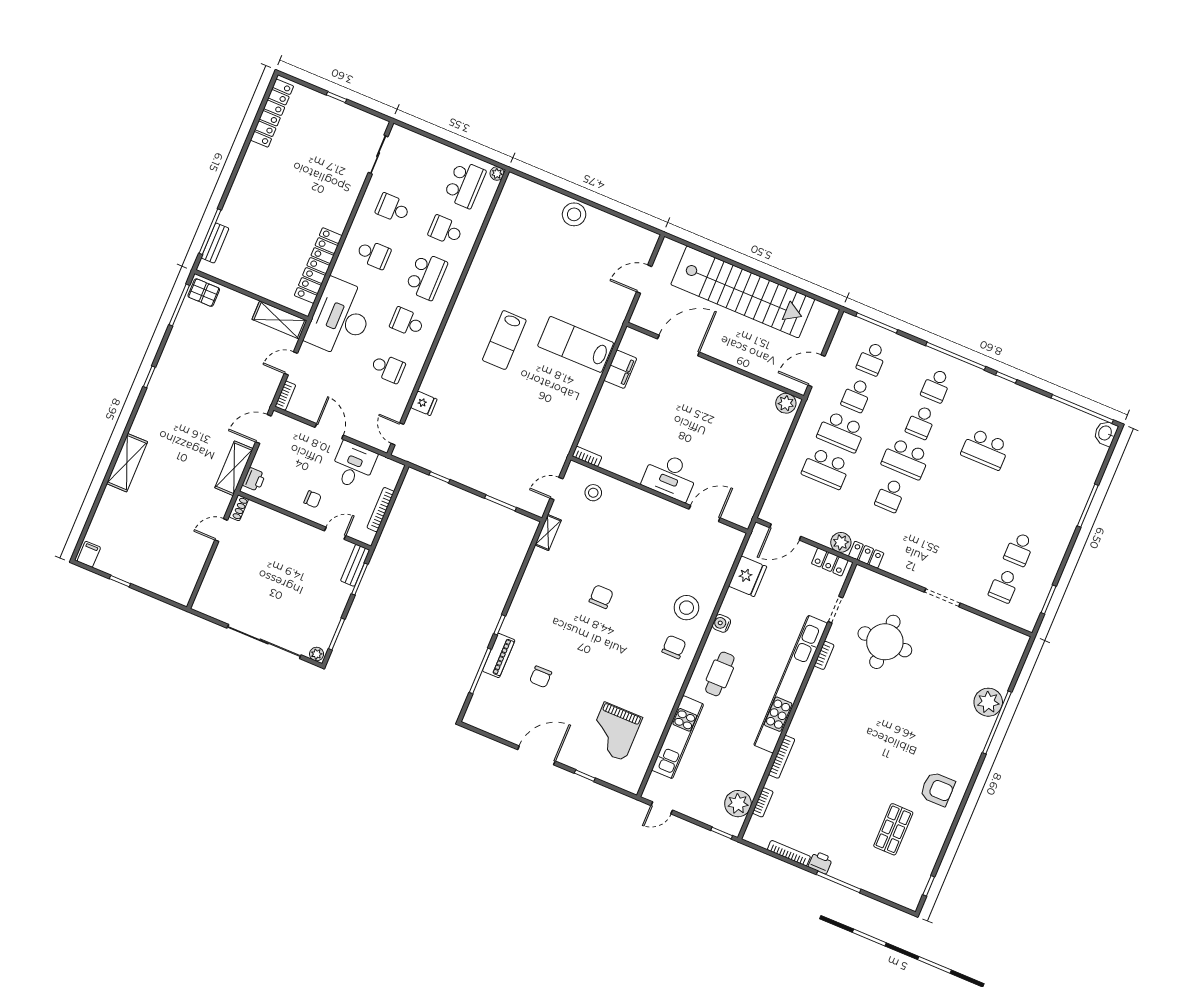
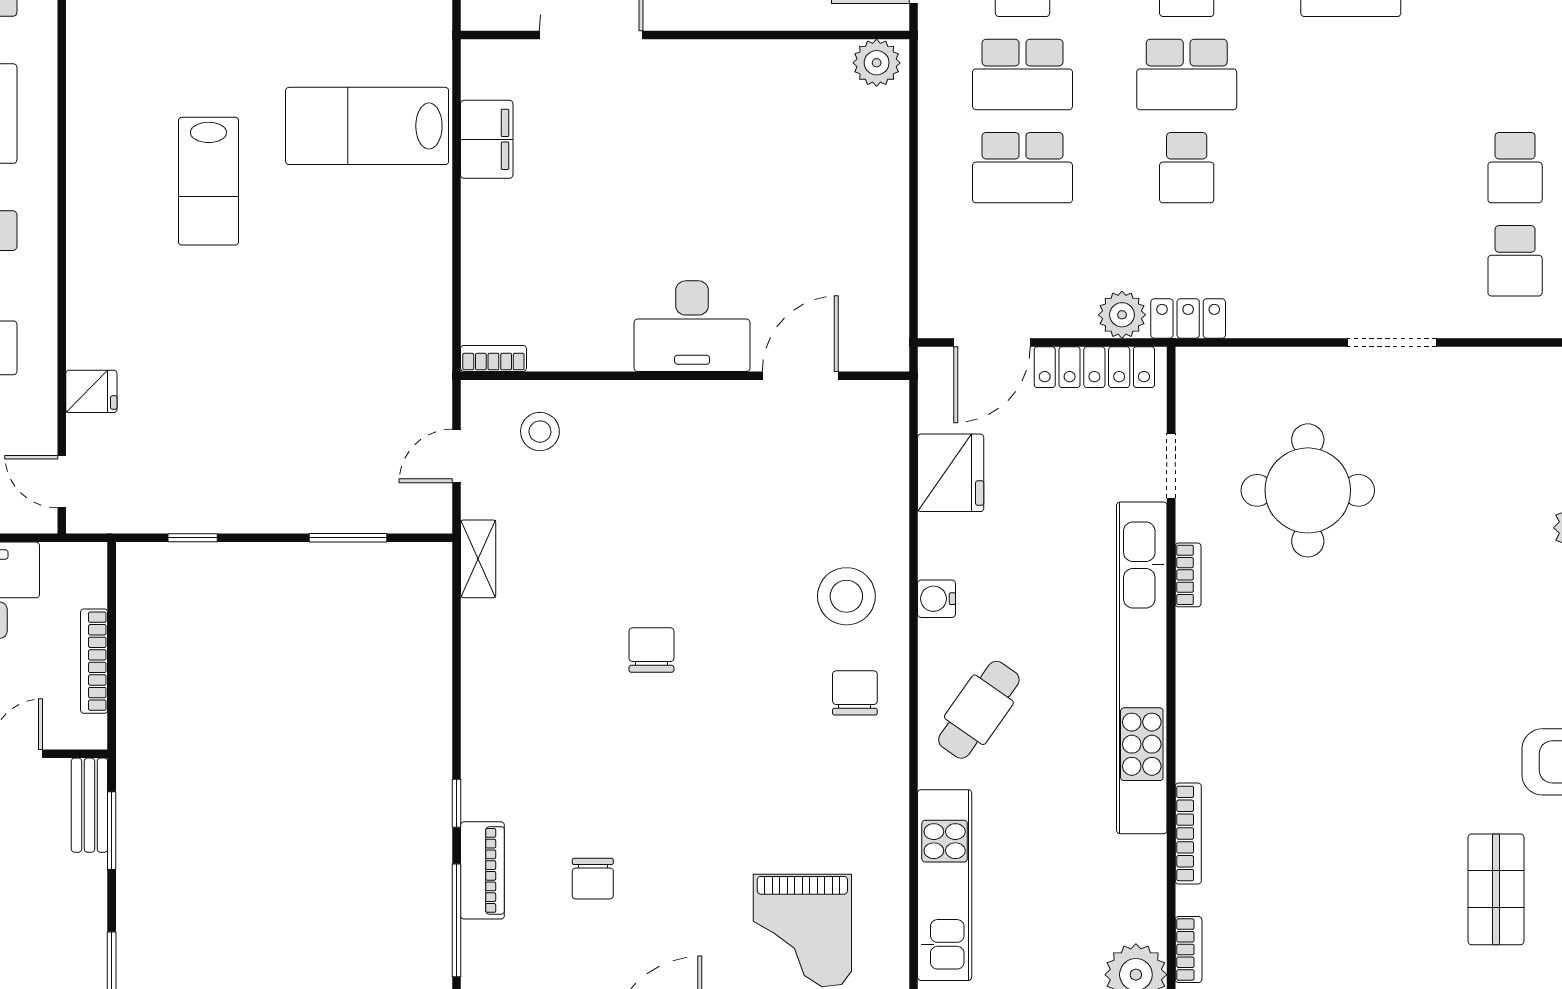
locker: (830, 562) -> (1094, 367), width x1.53
cafe table: (720, 674) -> (979, 710), turned 35

